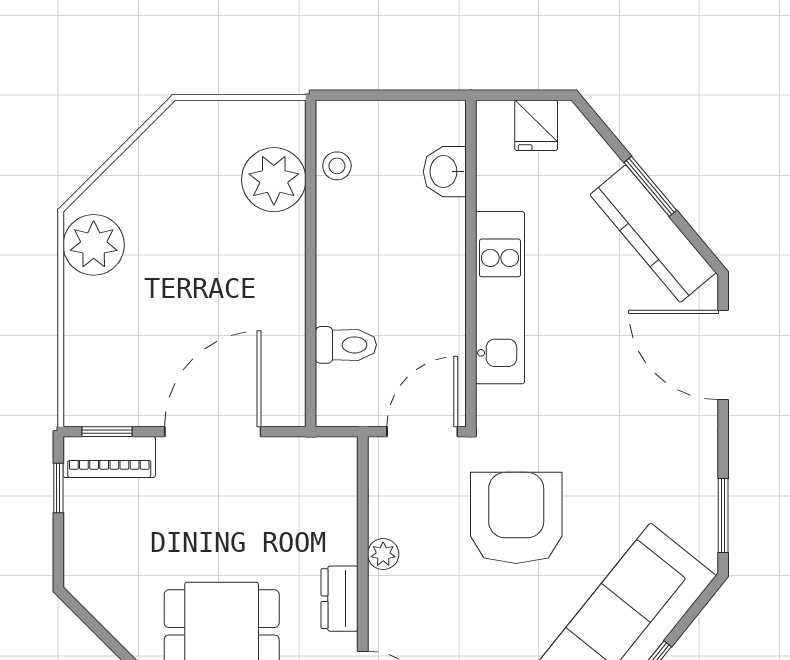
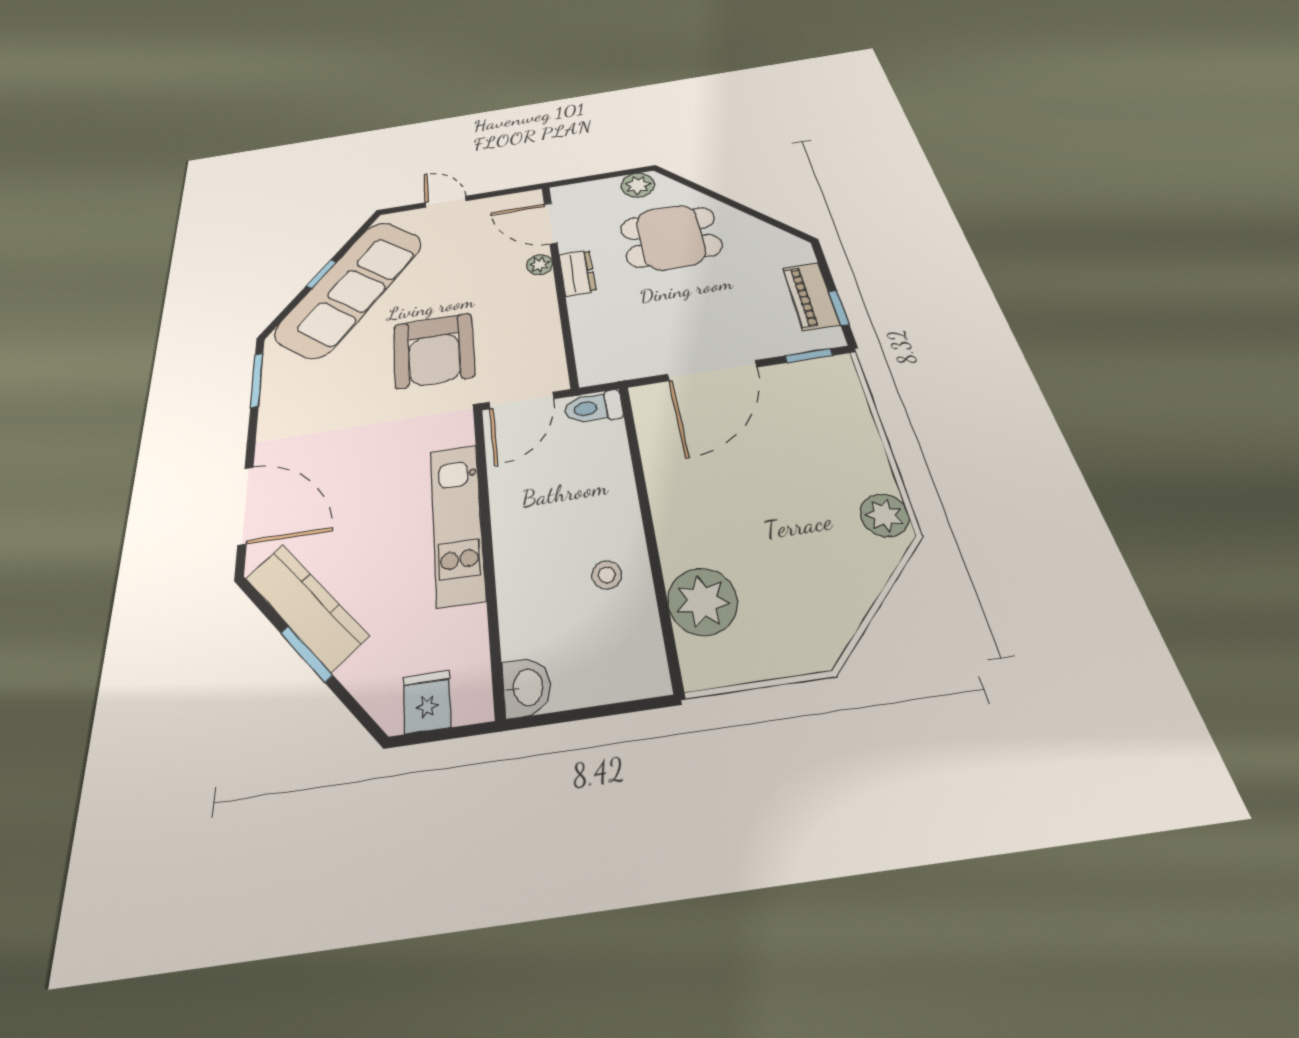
stool: (337, 166) -> (607, 575), moved
washbasin: (445, 172) -> (527, 687), moved
plant: (94, 245) -> (885, 515), width x0.73, depth x0.73
toilet: (346, 345) -> (593, 408), moved
piano: (109, 457) -> (811, 296), moved, turned -90
plant: (383, 554) -> (540, 265), moved

